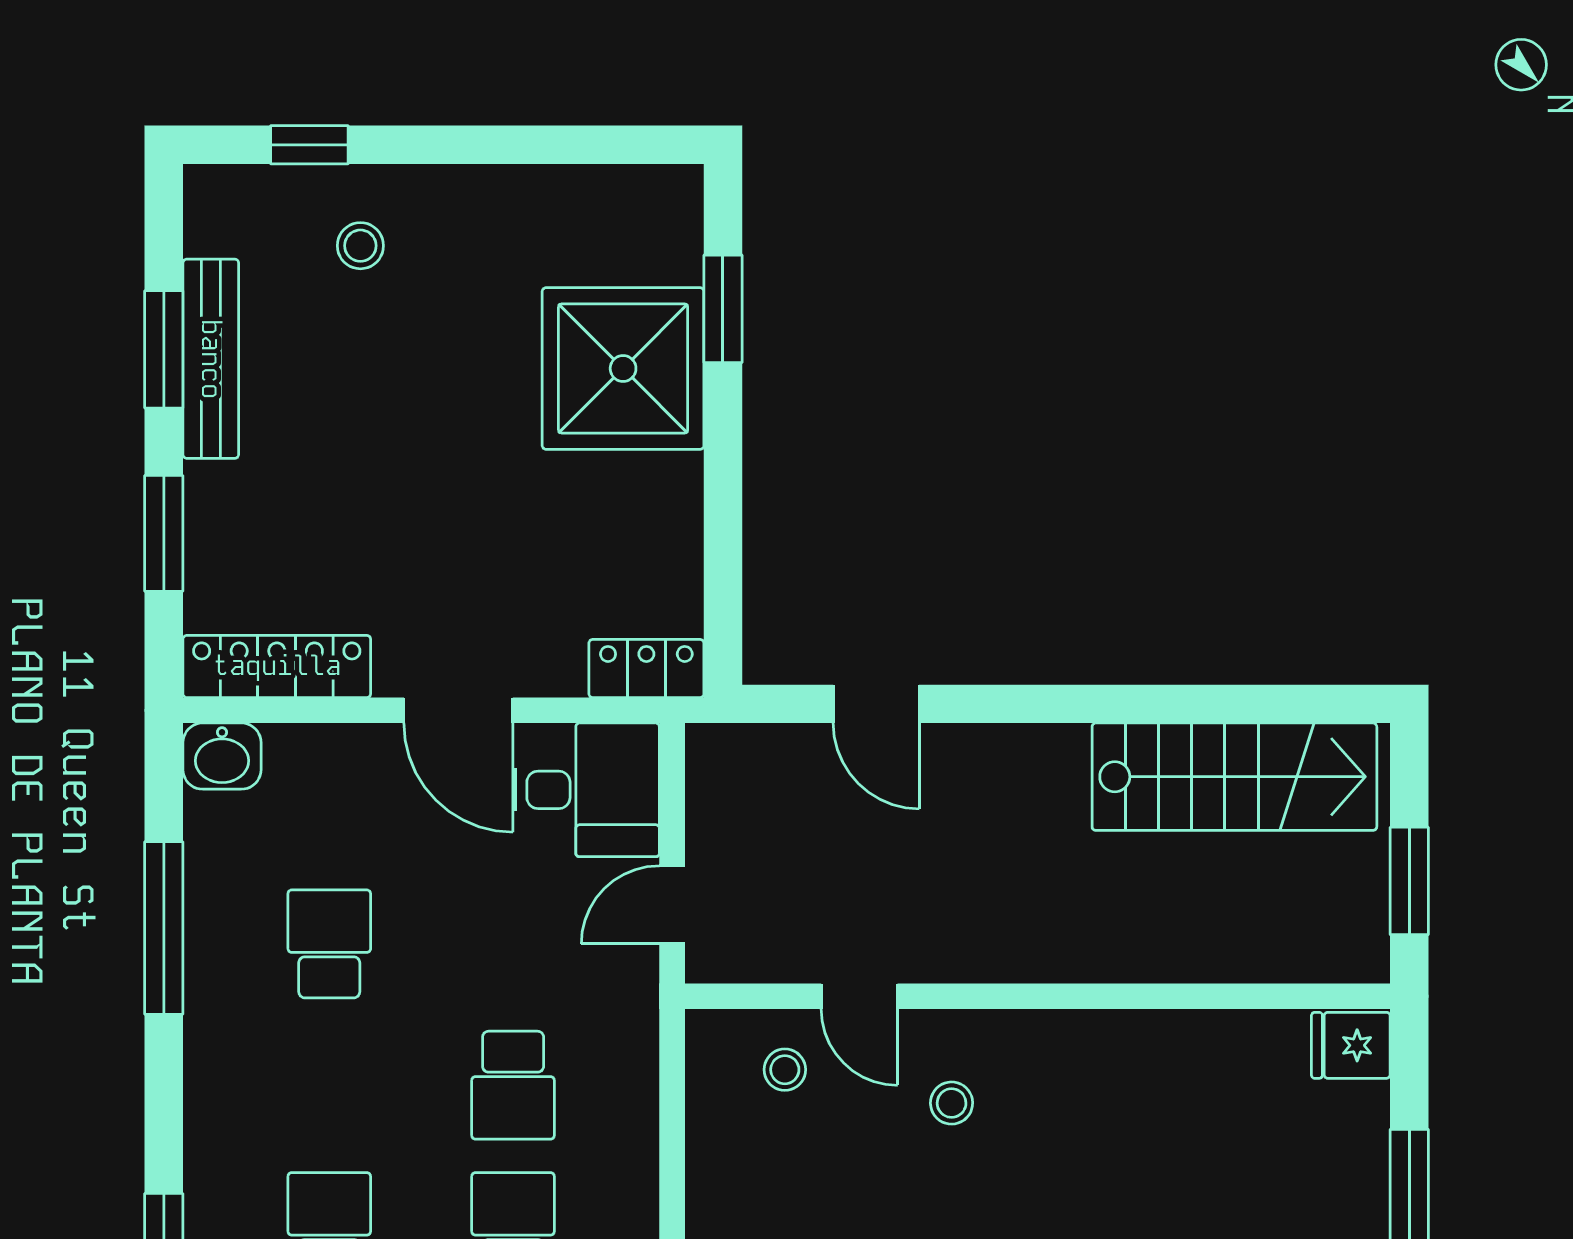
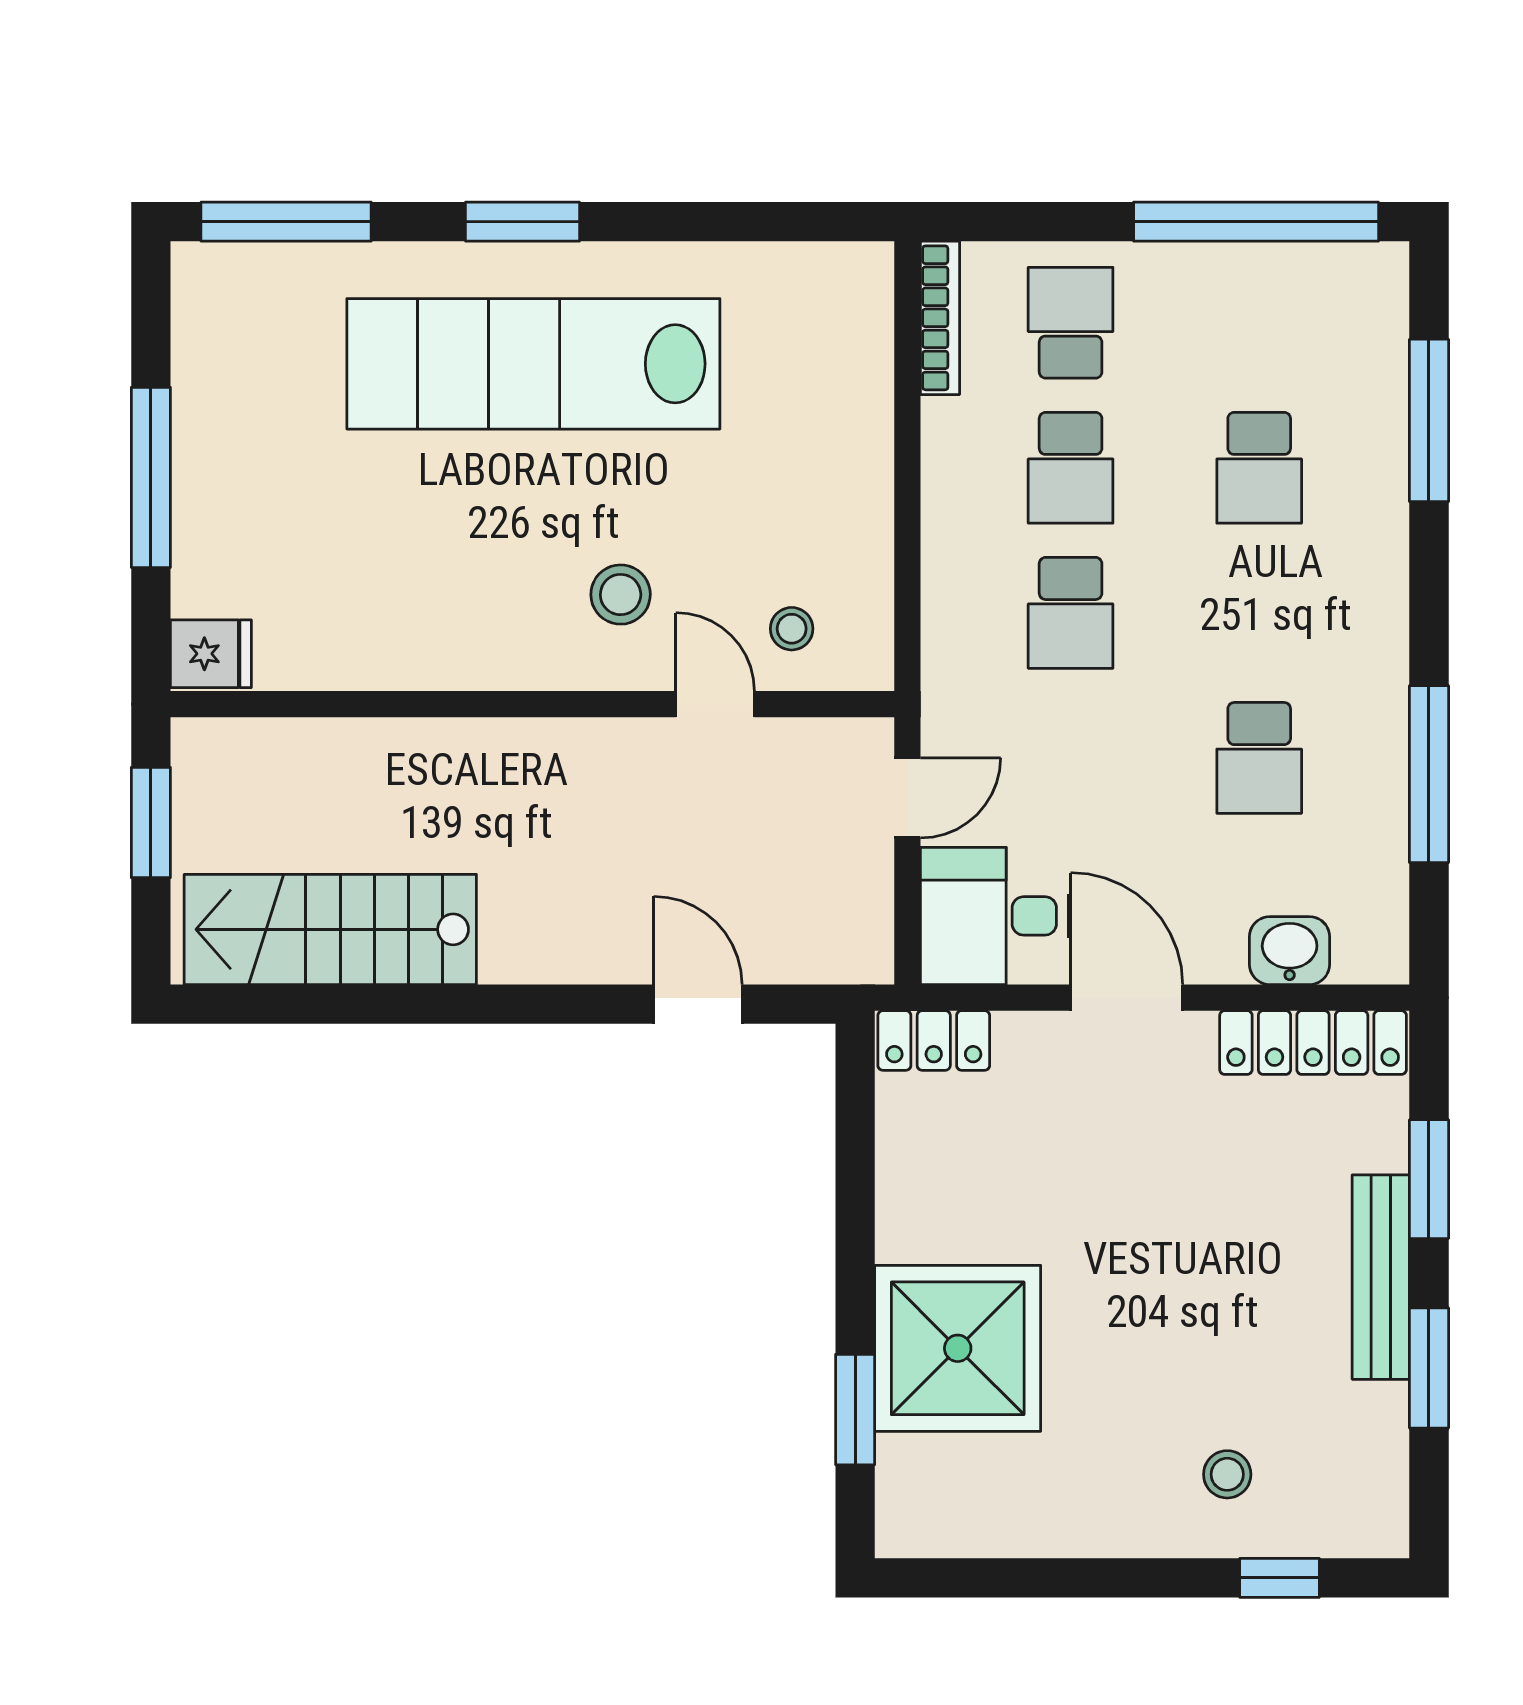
bench: (211, 359) -> (1381, 1277), moved
washbasin: (222, 756) -> (1290, 951), moved
school desk: (513, 1085) -> (1071, 613), turned 180
stool: (952, 1103) -> (621, 595), width x1.37, depth x1.37

